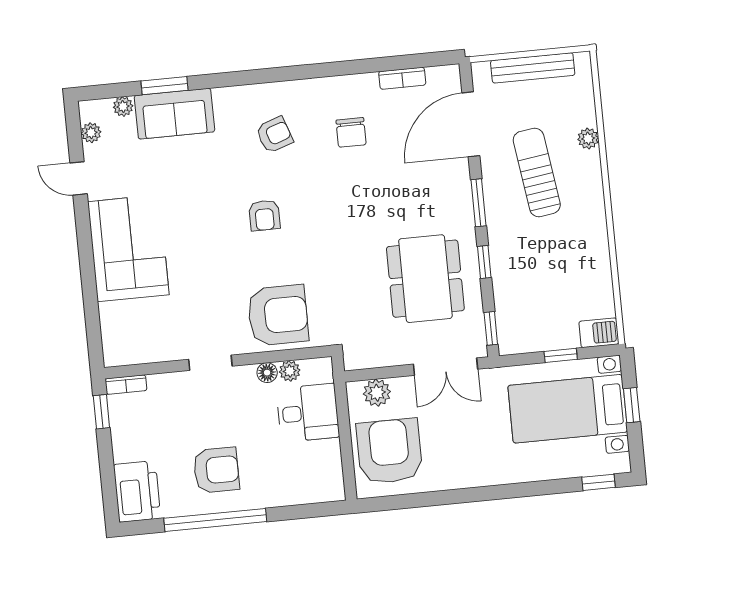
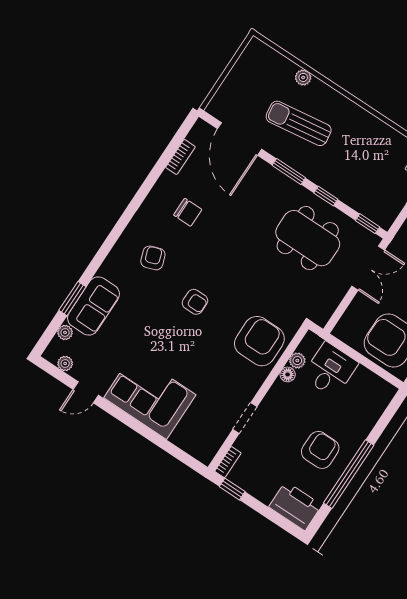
bench: (533, 68) -> (236, 76), removed
doorway: (210, 363) -> (245, 418), moved
plant: (377, 393) -> (351, 320), removed

